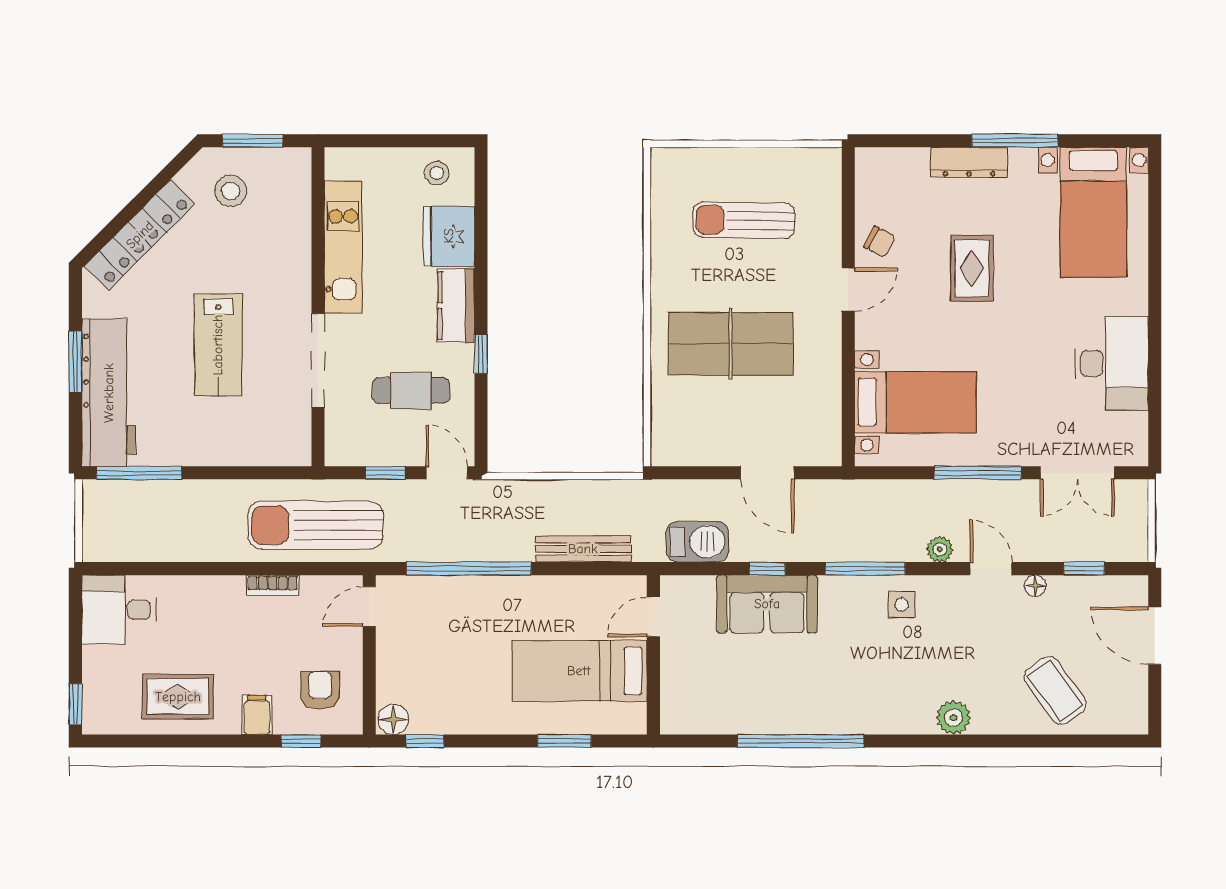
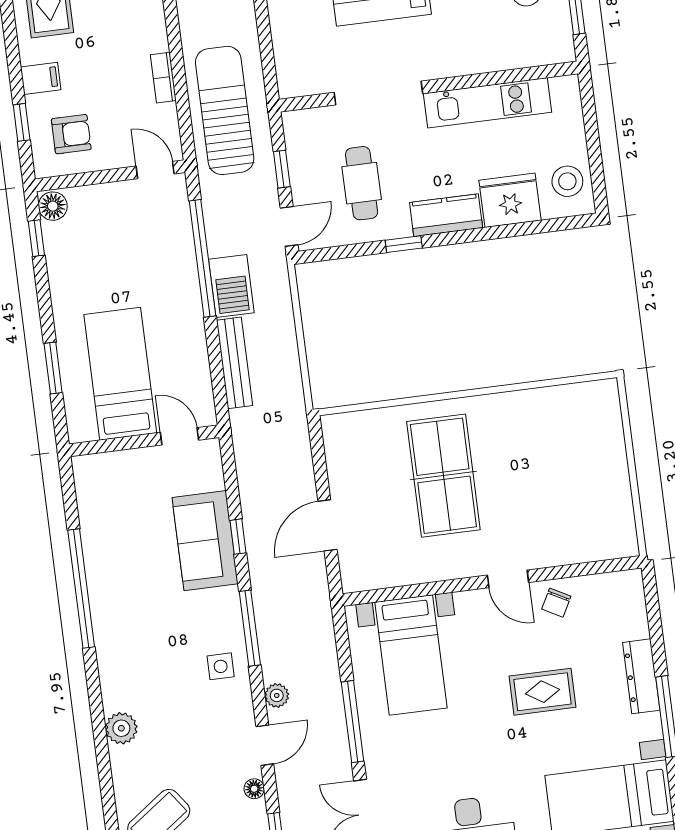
stool: (437, 173) -> (567, 181), width x1.37, depth x1.37
sun lounger: (744, 220) -> (560, 473), removed
barbecue: (697, 542) -> (231, 286), moved

